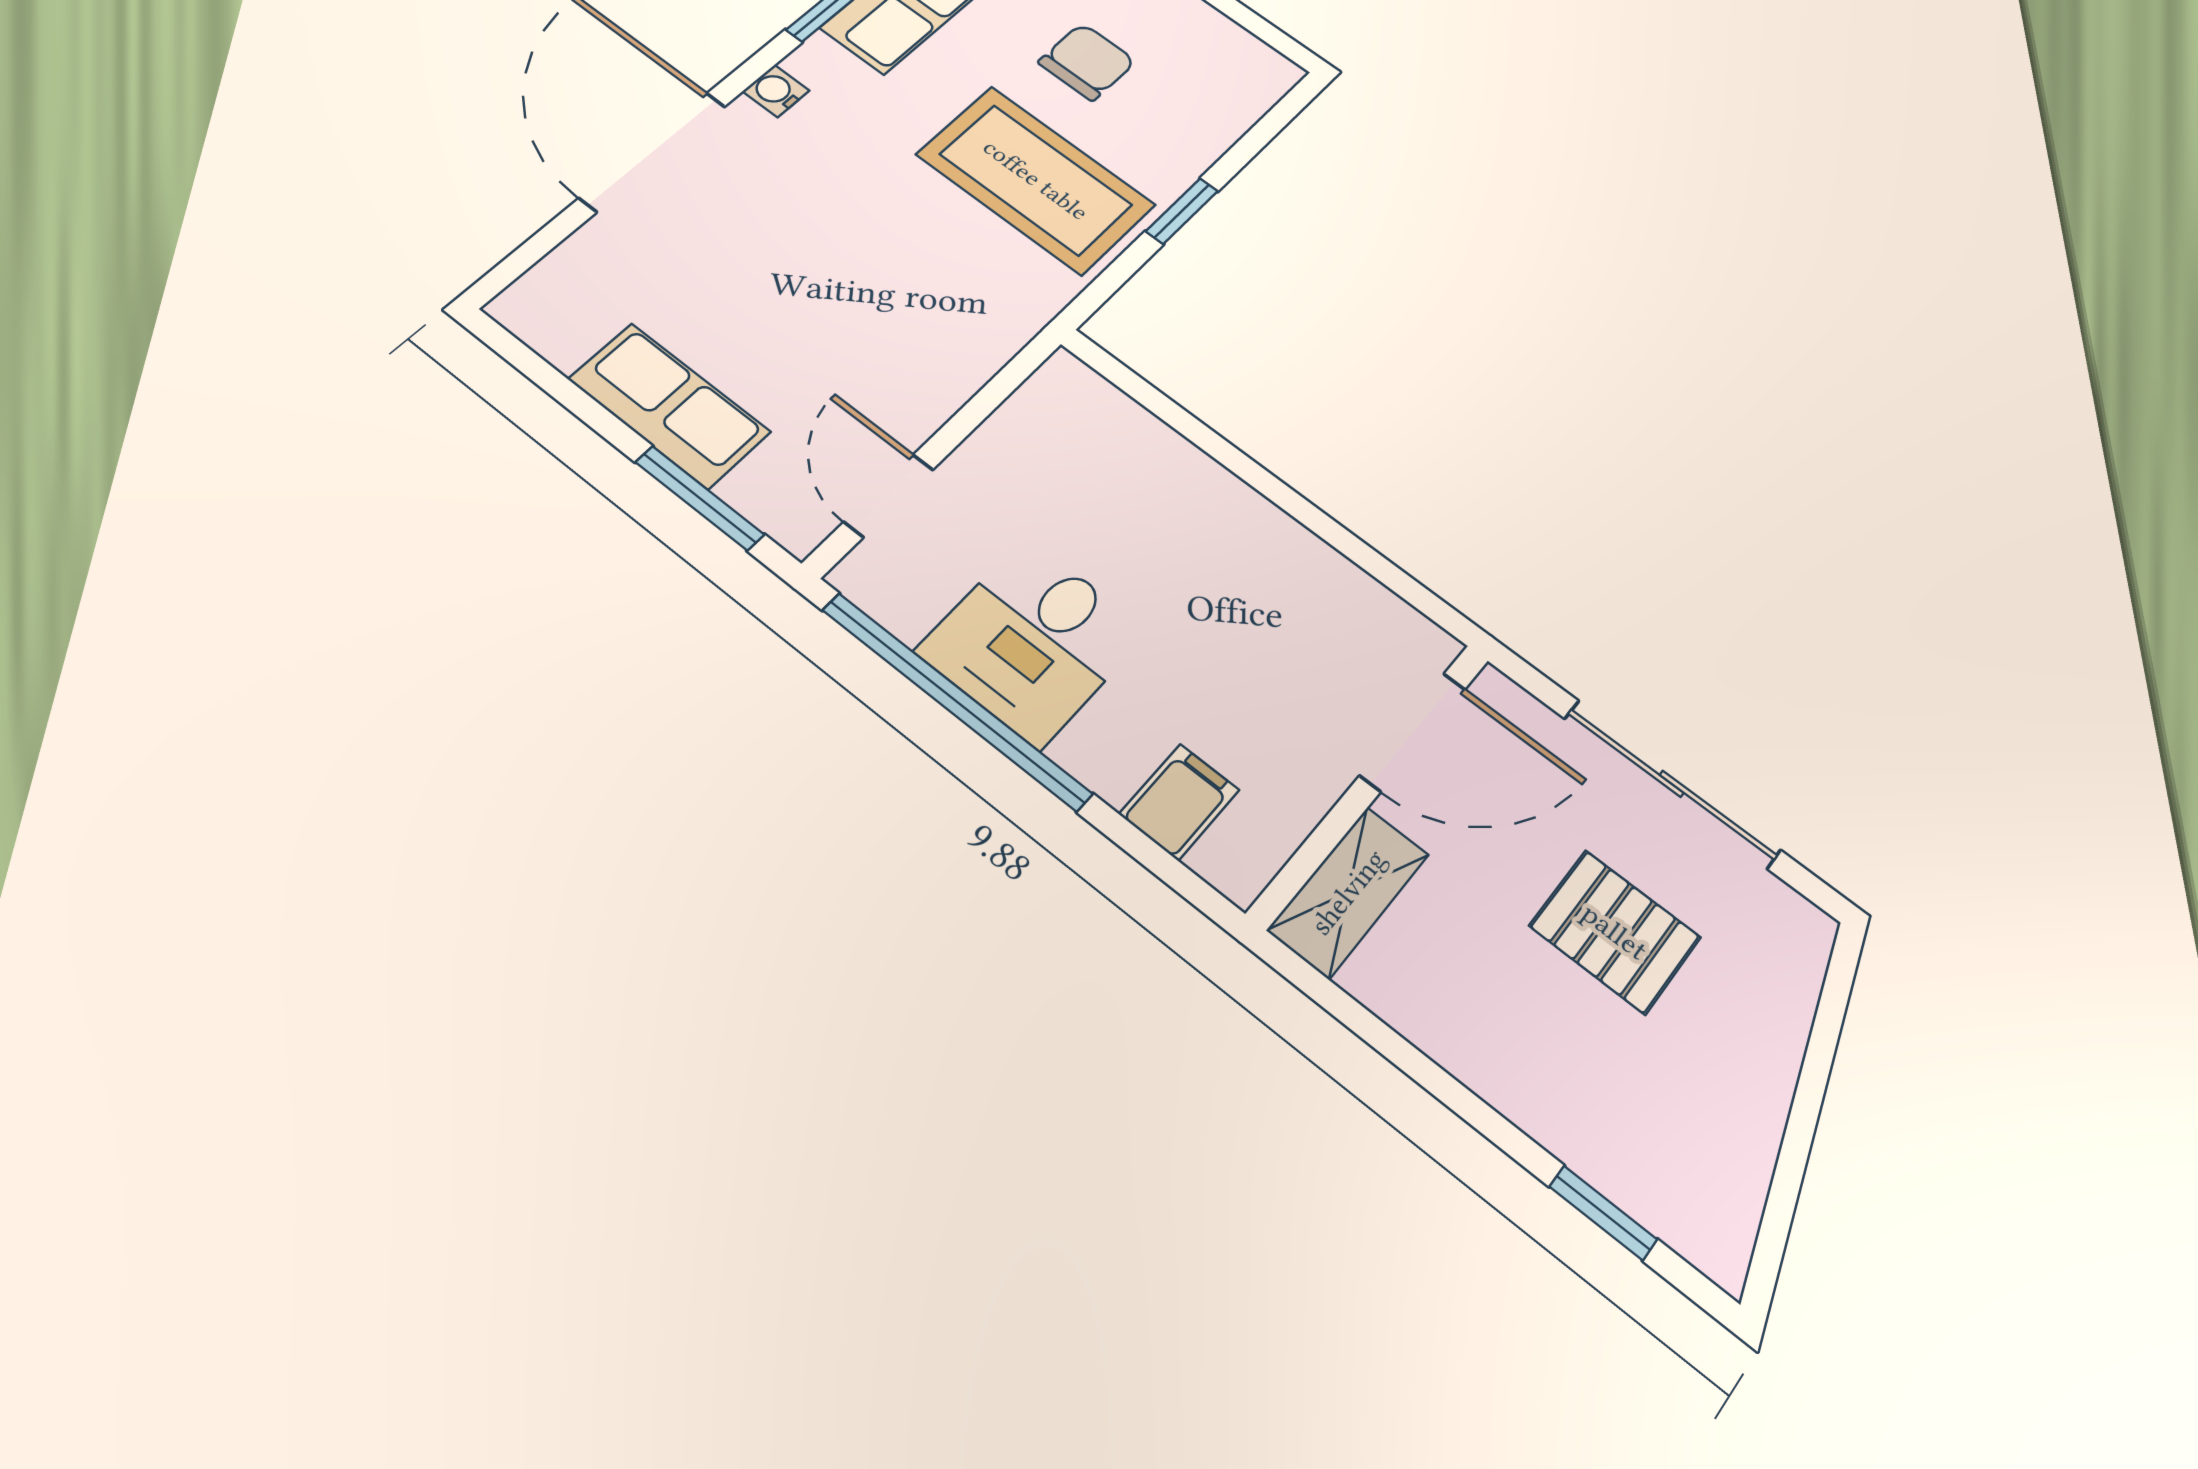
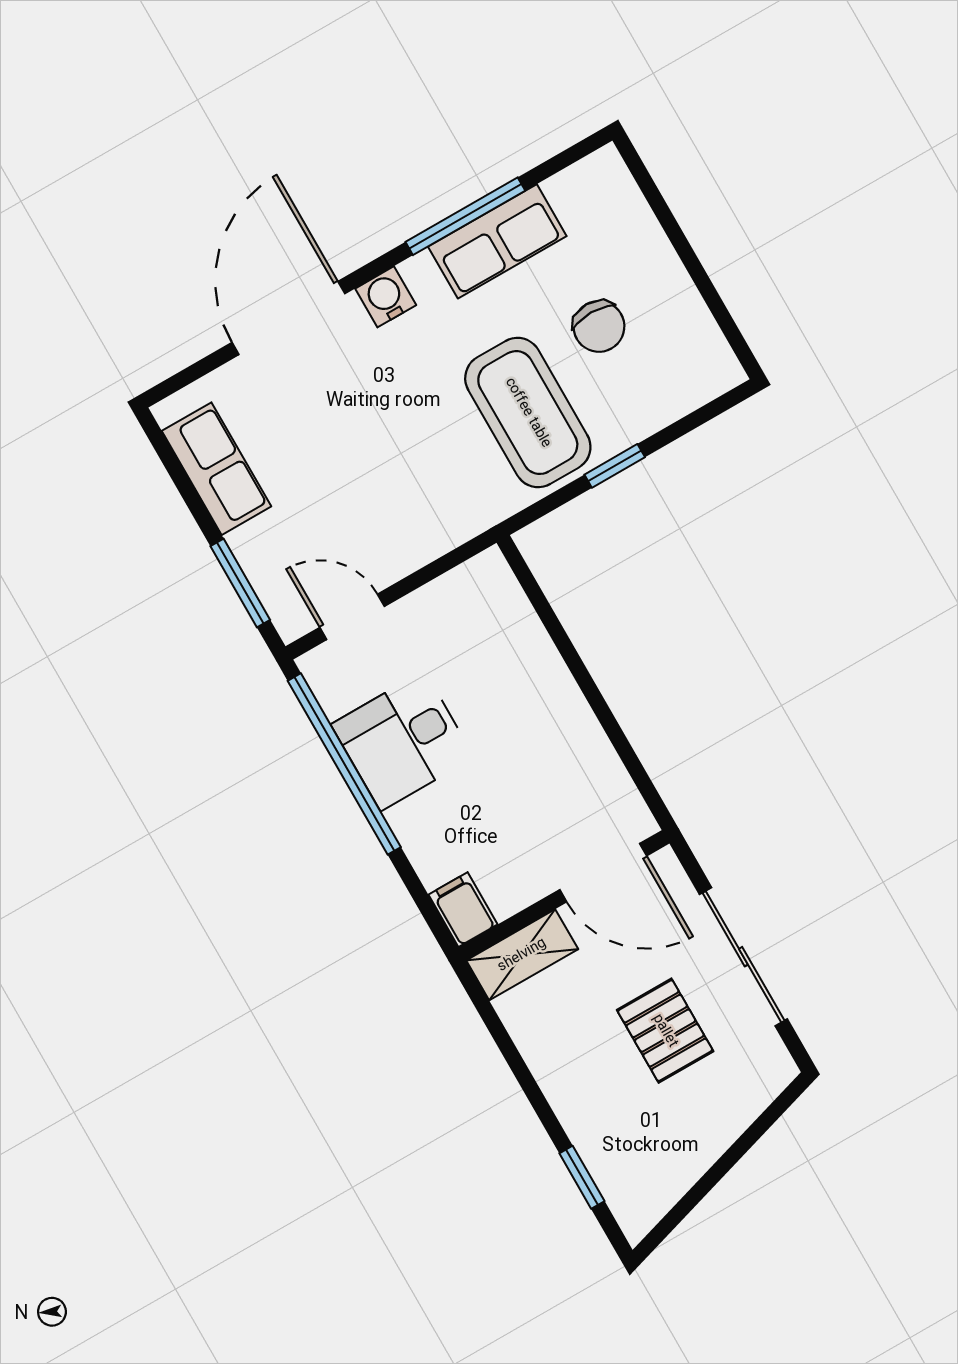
chair: (1087, 62) -> (599, 326), turned 90
water cooler: (776, 91) -> (386, 297), width x1.38, depth x1.38
row of seats: (669, 406) -> (216, 469), moved
door: (889, 496) -> (352, 617), hinge flipped
filing cabinet: (1179, 802) -> (463, 910), moved, turned -90

